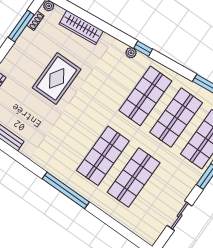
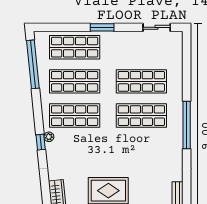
plant: (131, 53) -> (49, 137), moved
sliding door: (180, 216) -> (157, 27), moved

